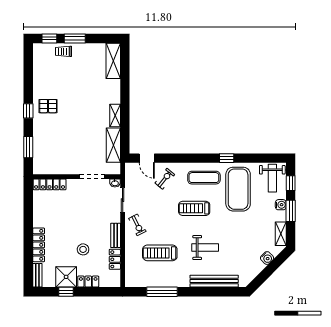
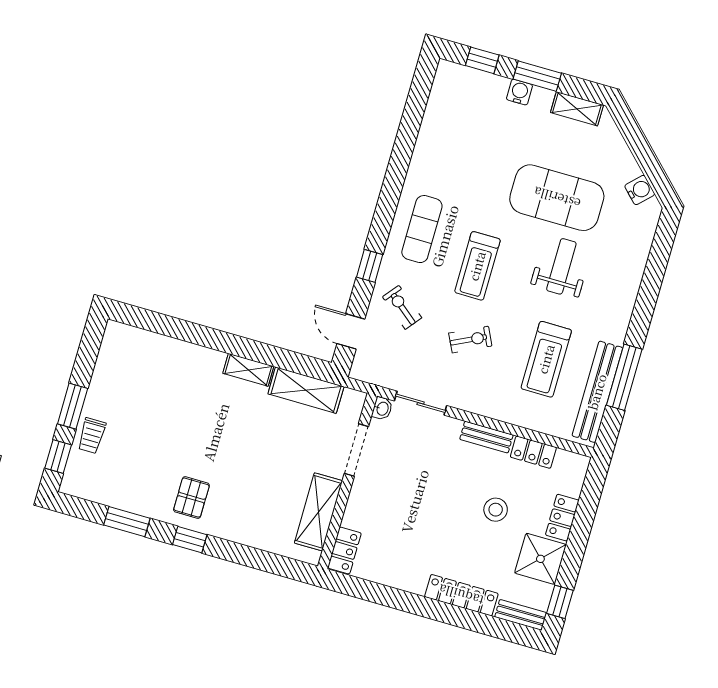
shelving: (113, 61) -> (318, 512), moved, turned 90
window: (28, 147) -> (127, 522), moved
door: (147, 158) -> (351, 331), swing flipped
window: (227, 158) -> (370, 266), moved
weight bench: (272, 178) -> (462, 94), removed
locker: (50, 184) -> (344, 550), width x0.66
exercise mat: (238, 189) -> (557, 198), moved
exercise bike: (137, 225) -> (470, 340), moved
water cooler: (267, 258) -> (640, 190), moved
bench: (214, 281) -> (597, 392), moved
window: (66, 292) -> (560, 602), moved

